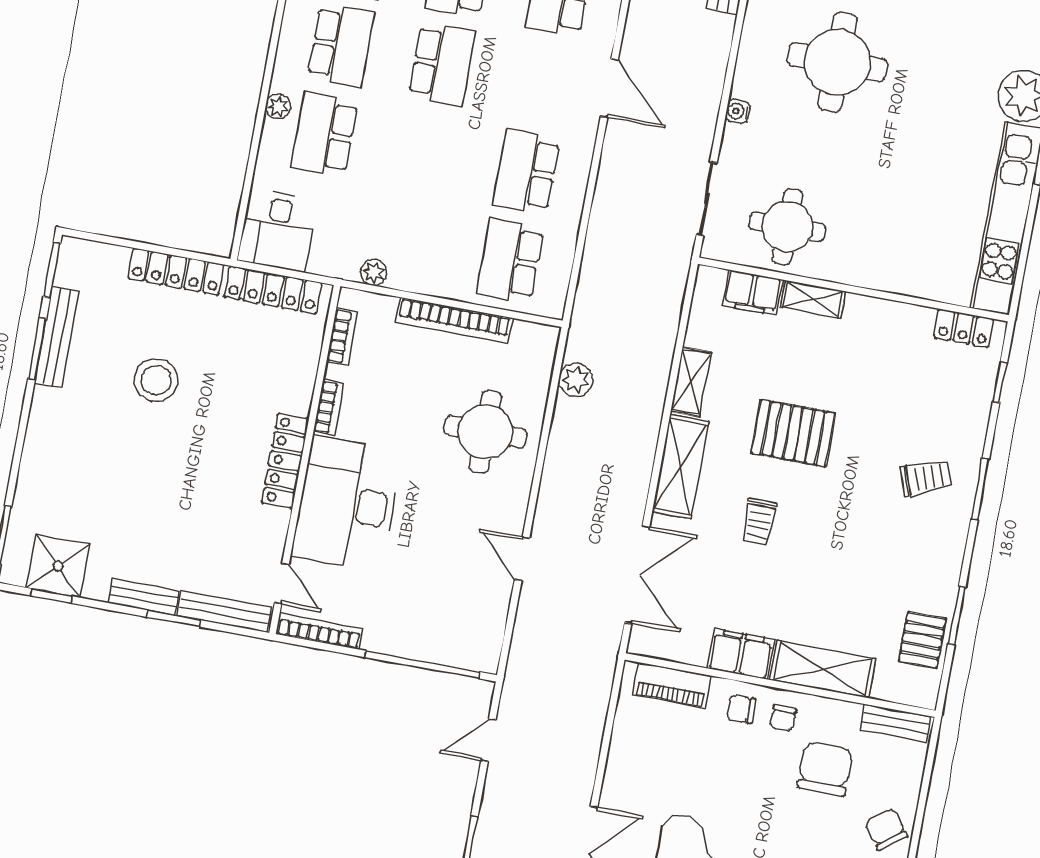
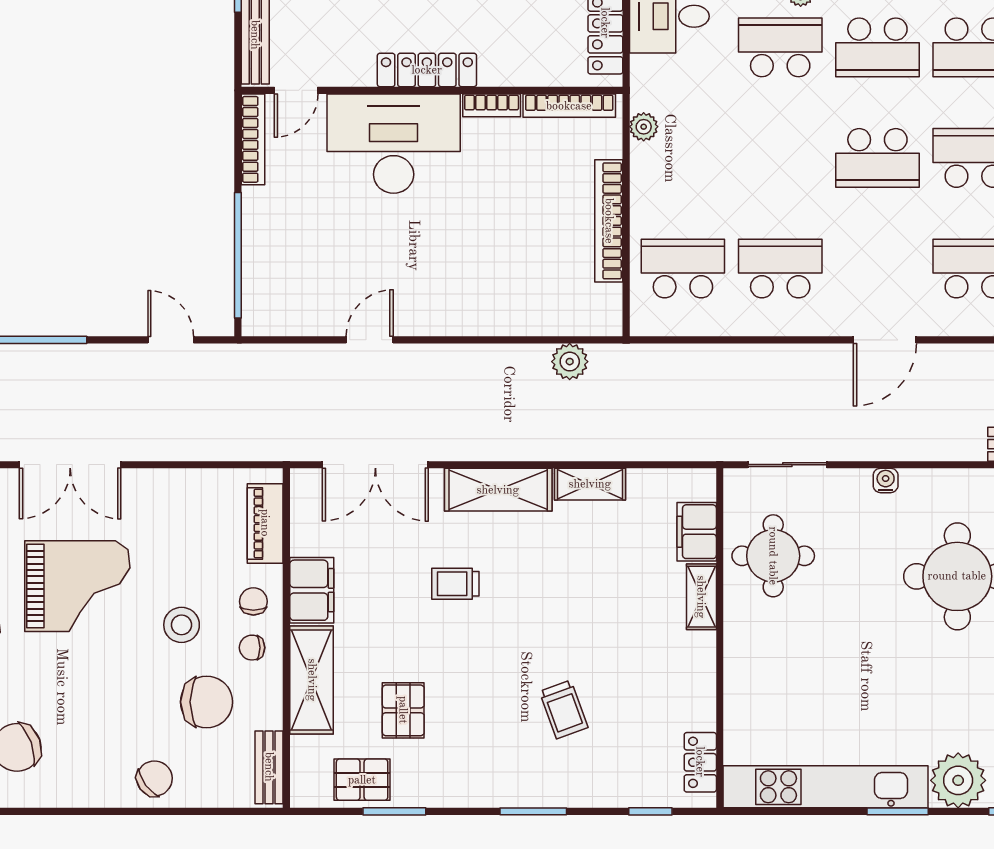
bookcase: (342, 337) -> (569, 106), width x1.56
round table: (485, 432) -> (497, 276), removed
pallet: (793, 433) -> (403, 710), moved, width x0.67, depth x0.71
trolley: (926, 478) -> (564, 709), moved
stool: (750, 779) -> (182, 625), added

